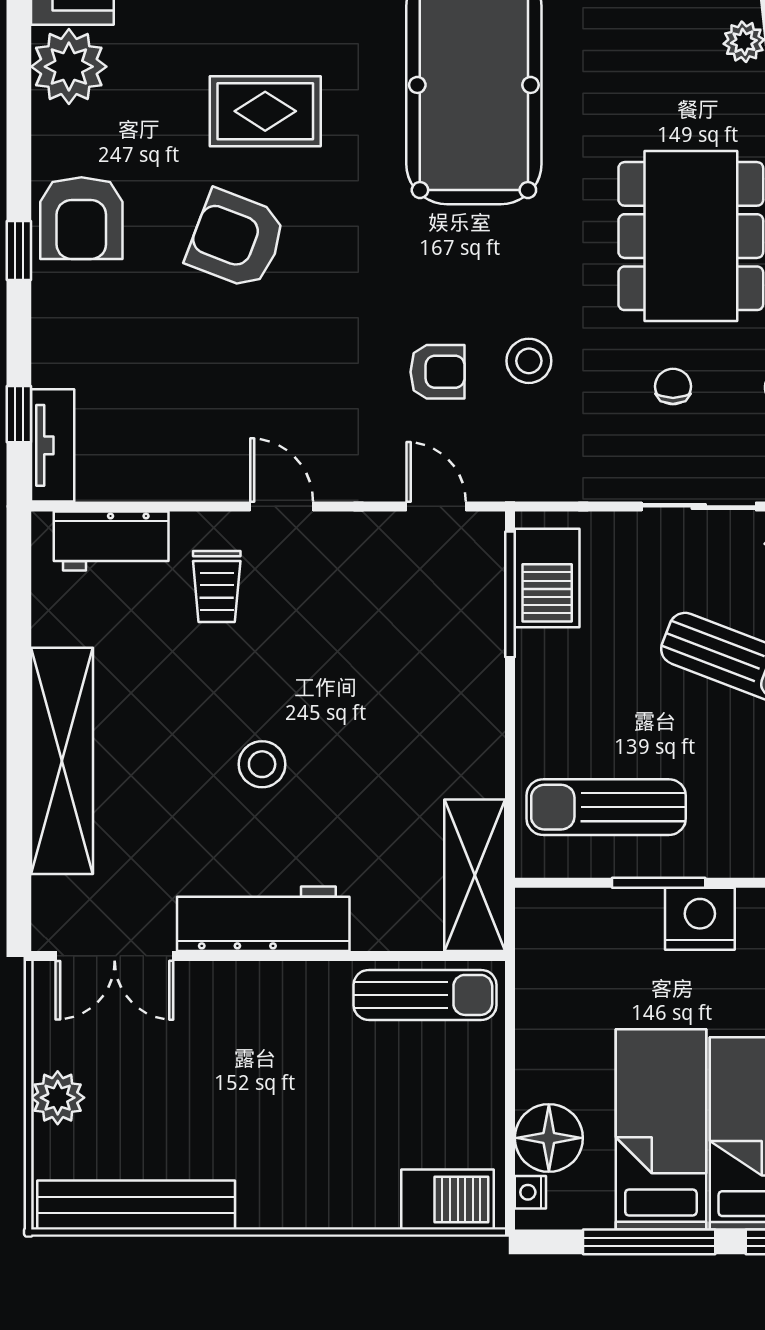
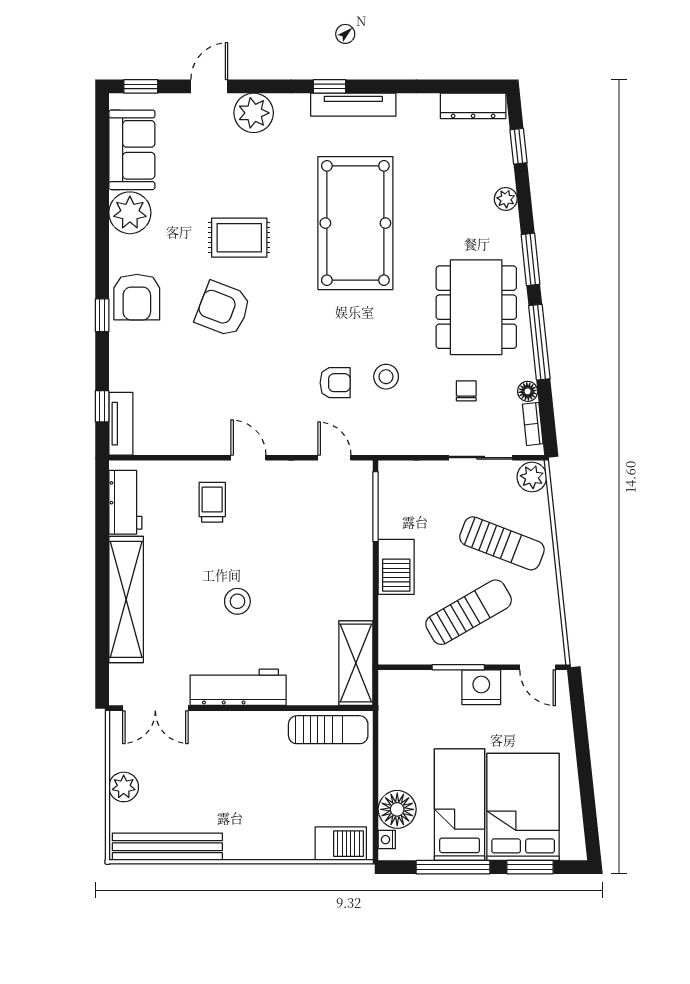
workbench: (111, 541) -> (125, 502), moved, turned -90
barbecue: (547, 578) -> (396, 567), moved
trolley: (217, 586) -> (212, 502), turned 180
sun lounger: (606, 807) -> (469, 612), moved, turned 150

